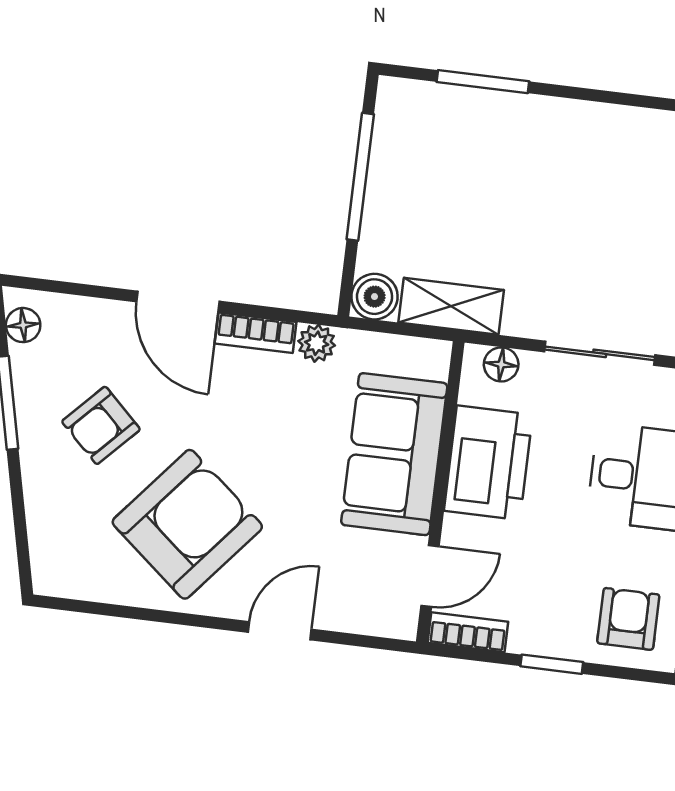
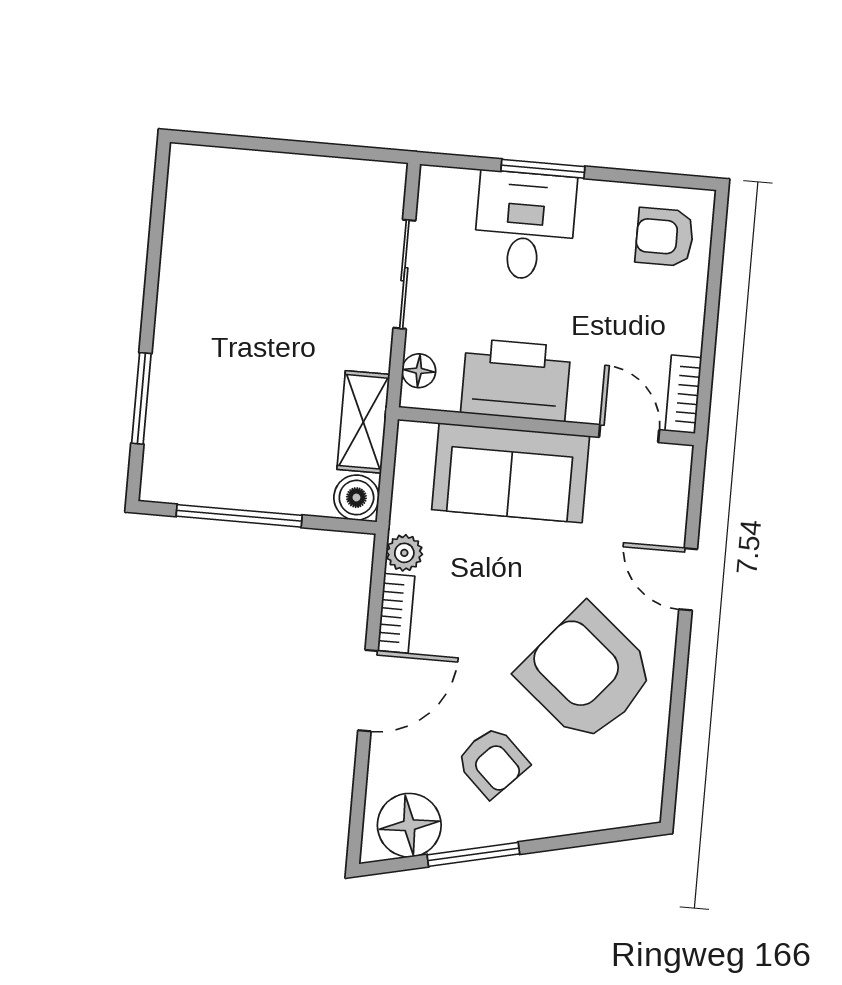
floor lamp: (23, 325) -> (409, 825), width x1.89, depth x1.89
window: (552, 664) -> (712, 311), removed

